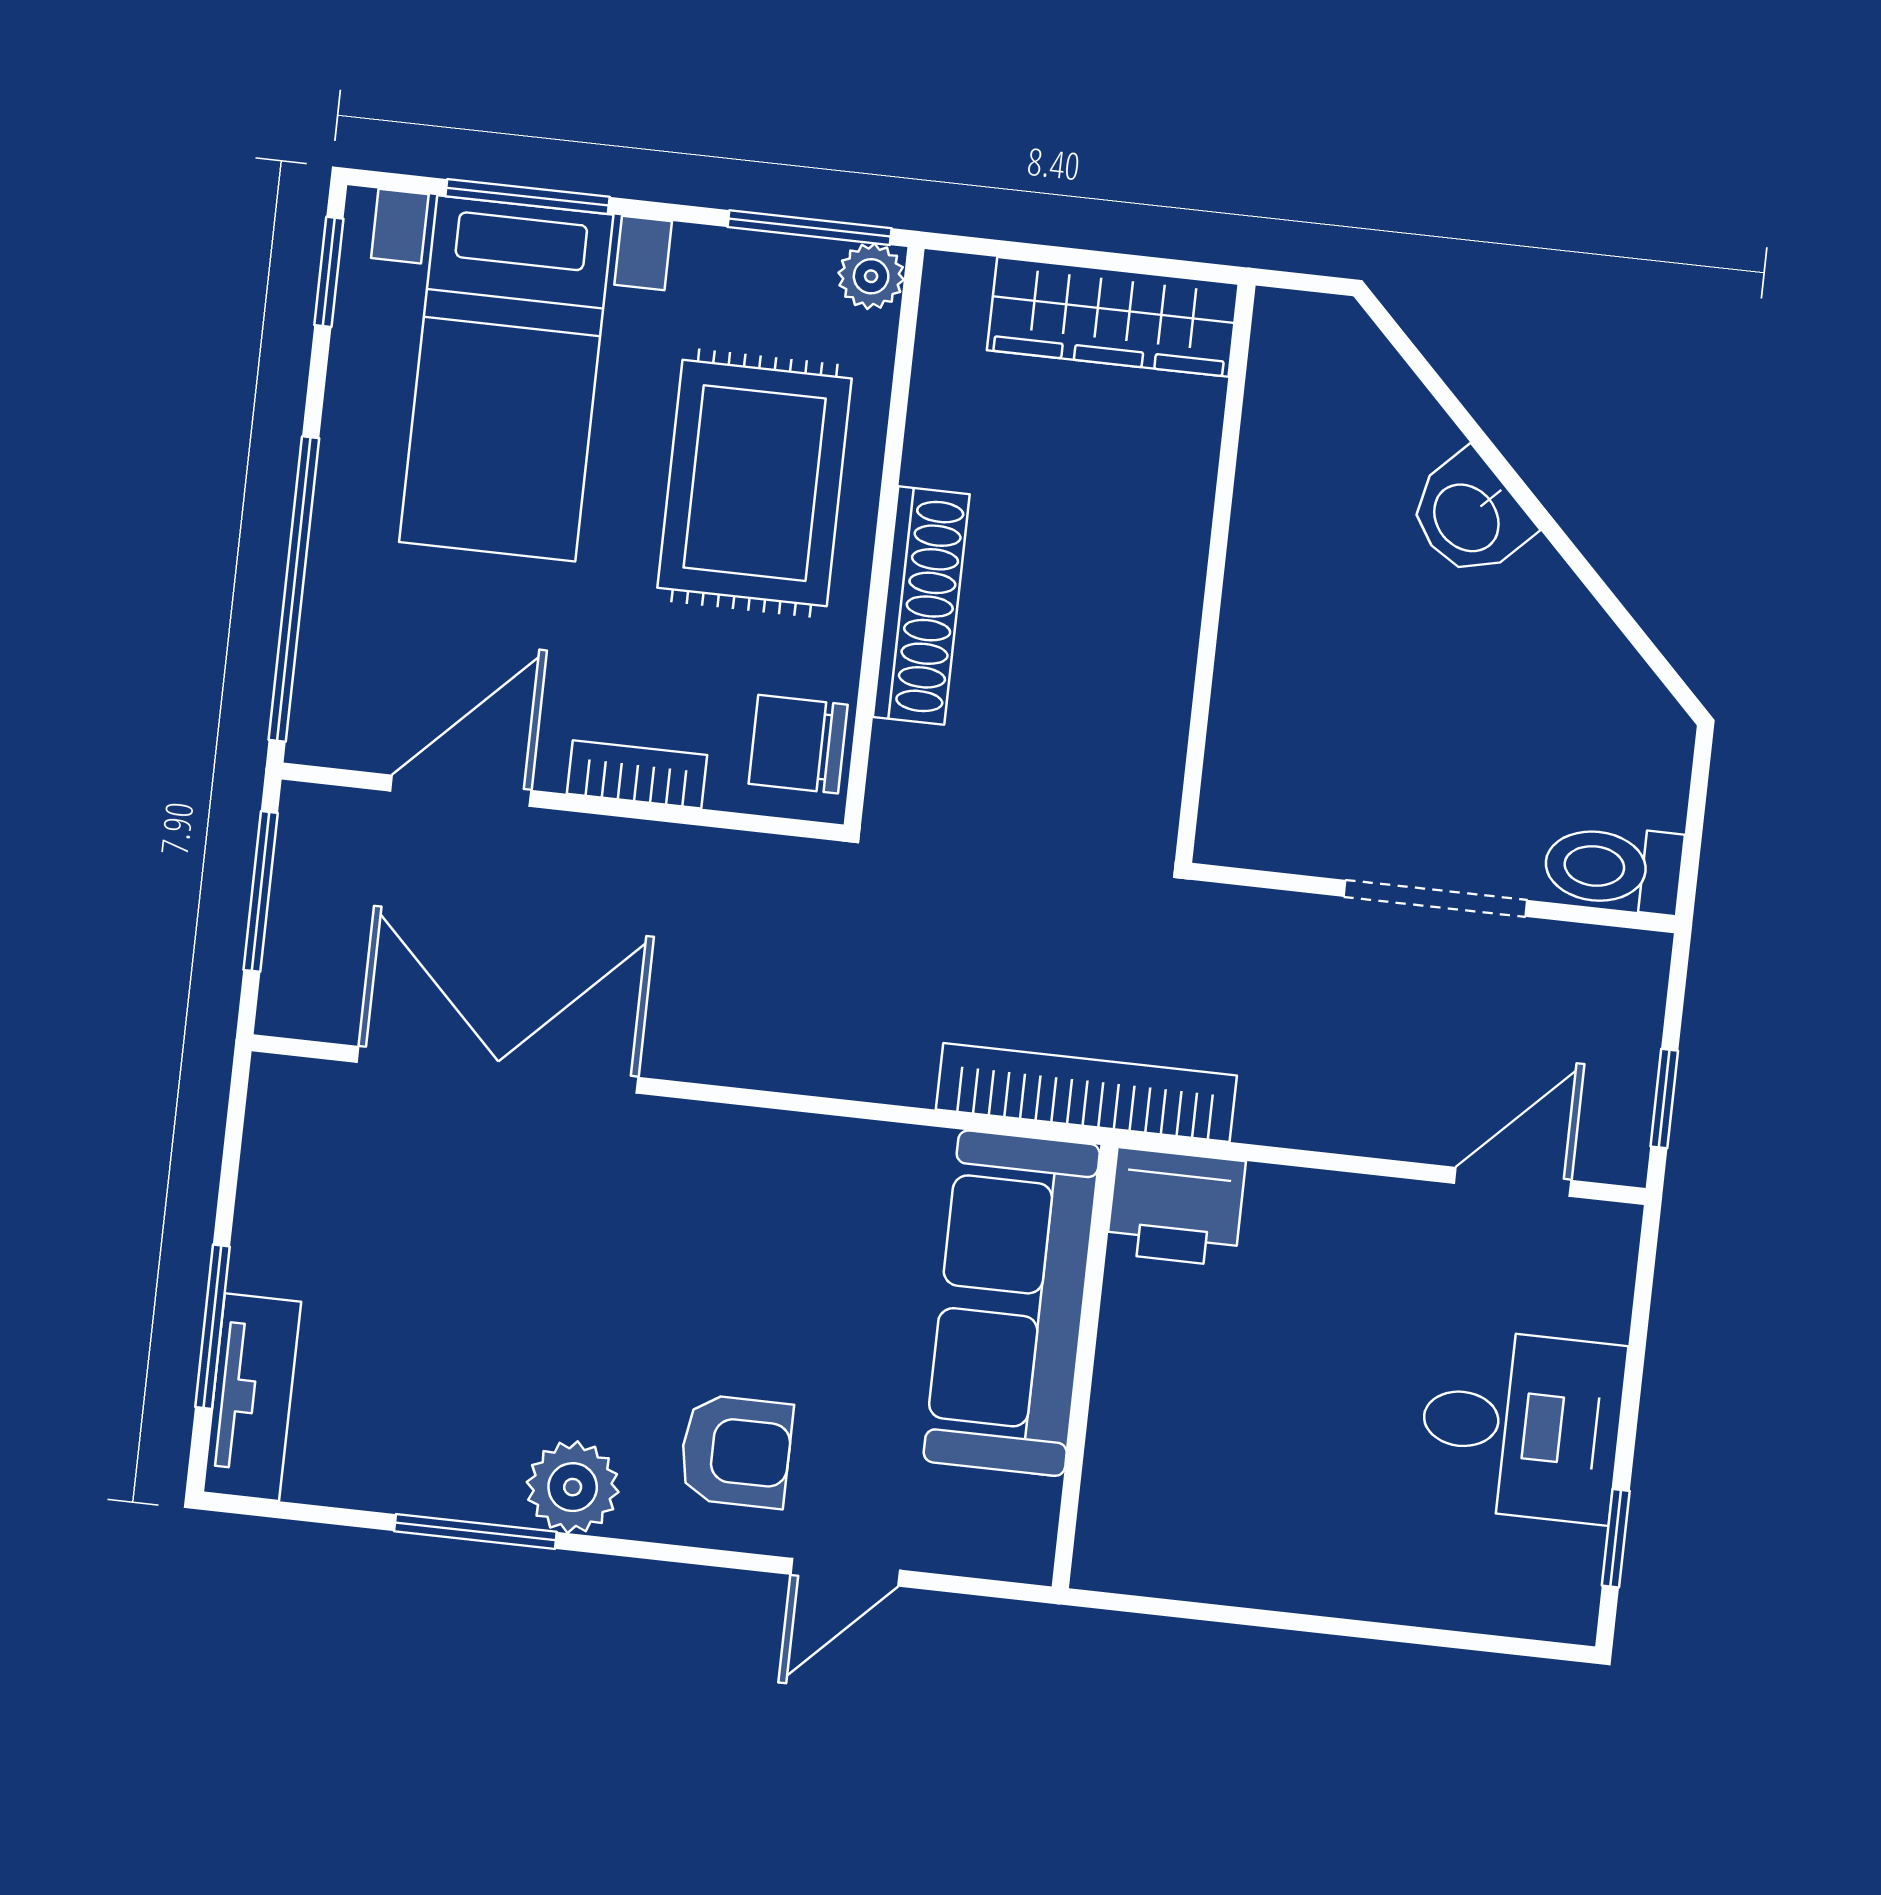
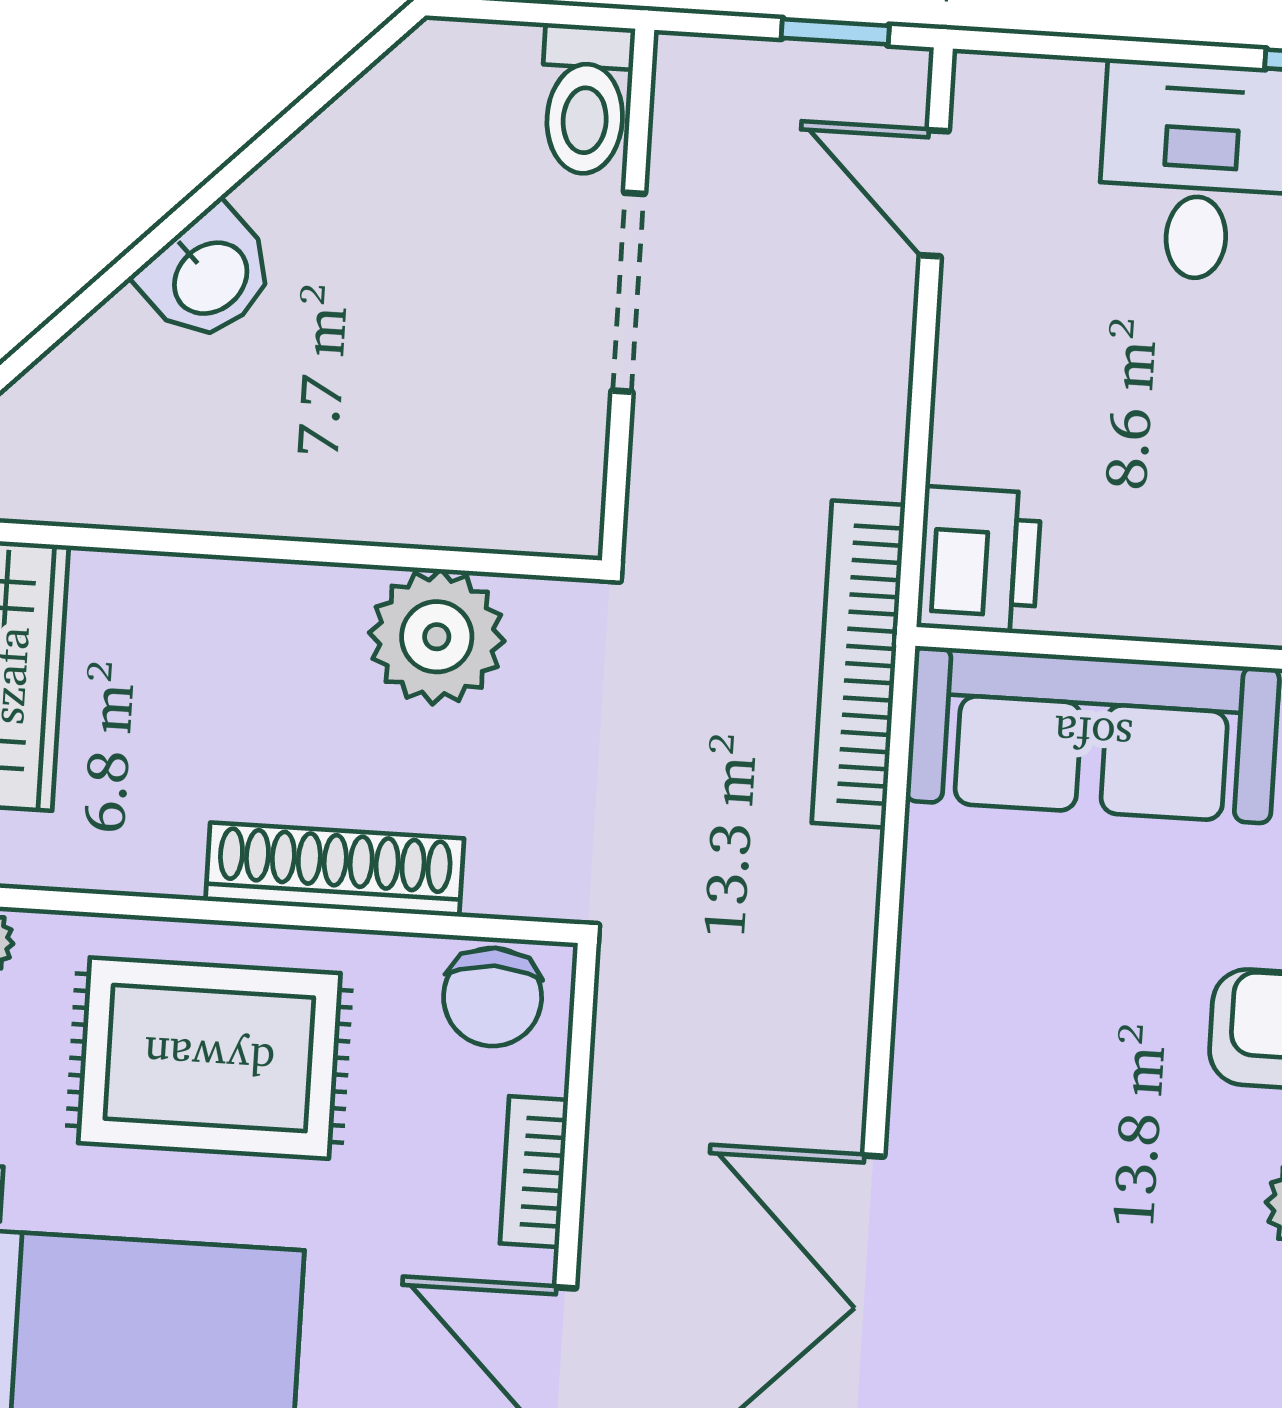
plant: (1129, 709) -> (437, 637), added

